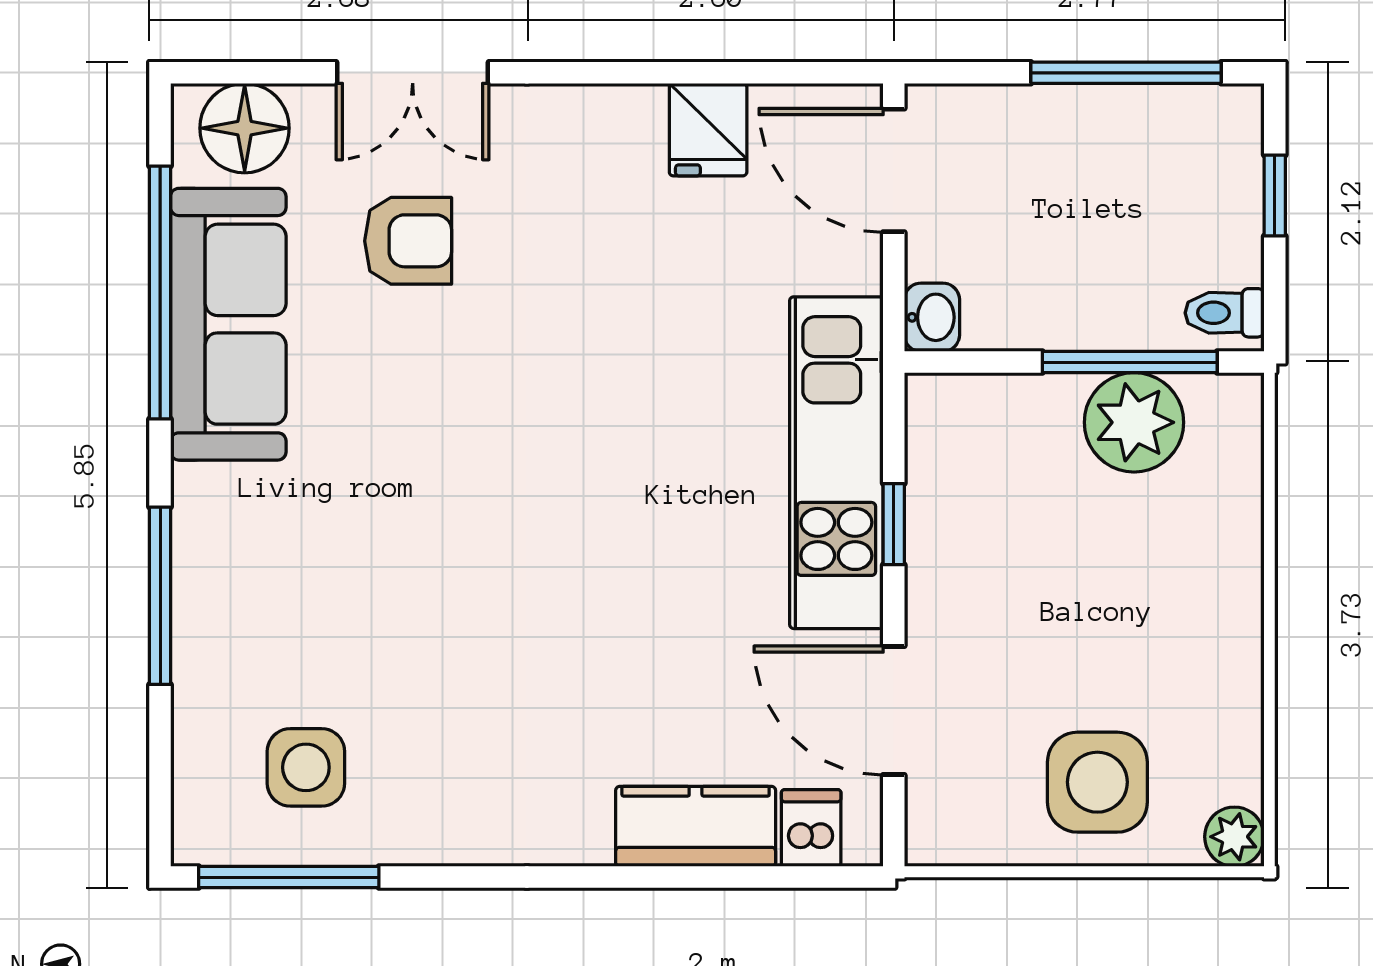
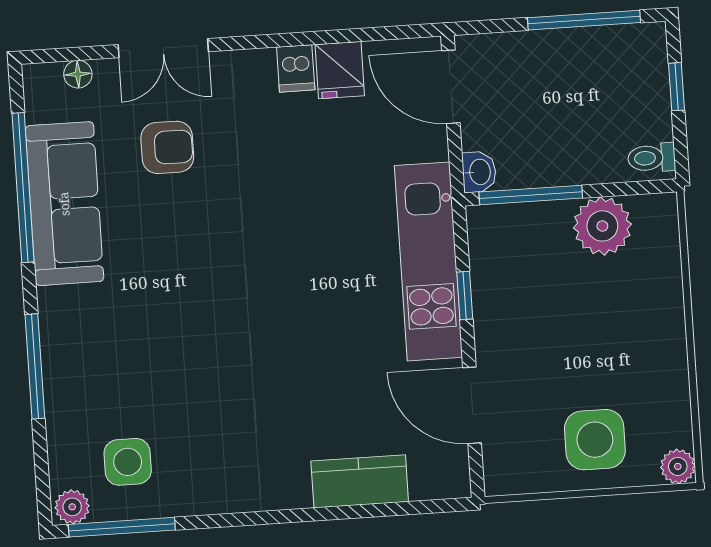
floor lamp: (245, 128) -> (78, 74), width x0.53, depth x0.53
window: (1130, 362) -> (531, 195), moved
dishwasher: (811, 828) -> (296, 68), moved, turned 180
plant: (207, 837) -> (72, 507), added

